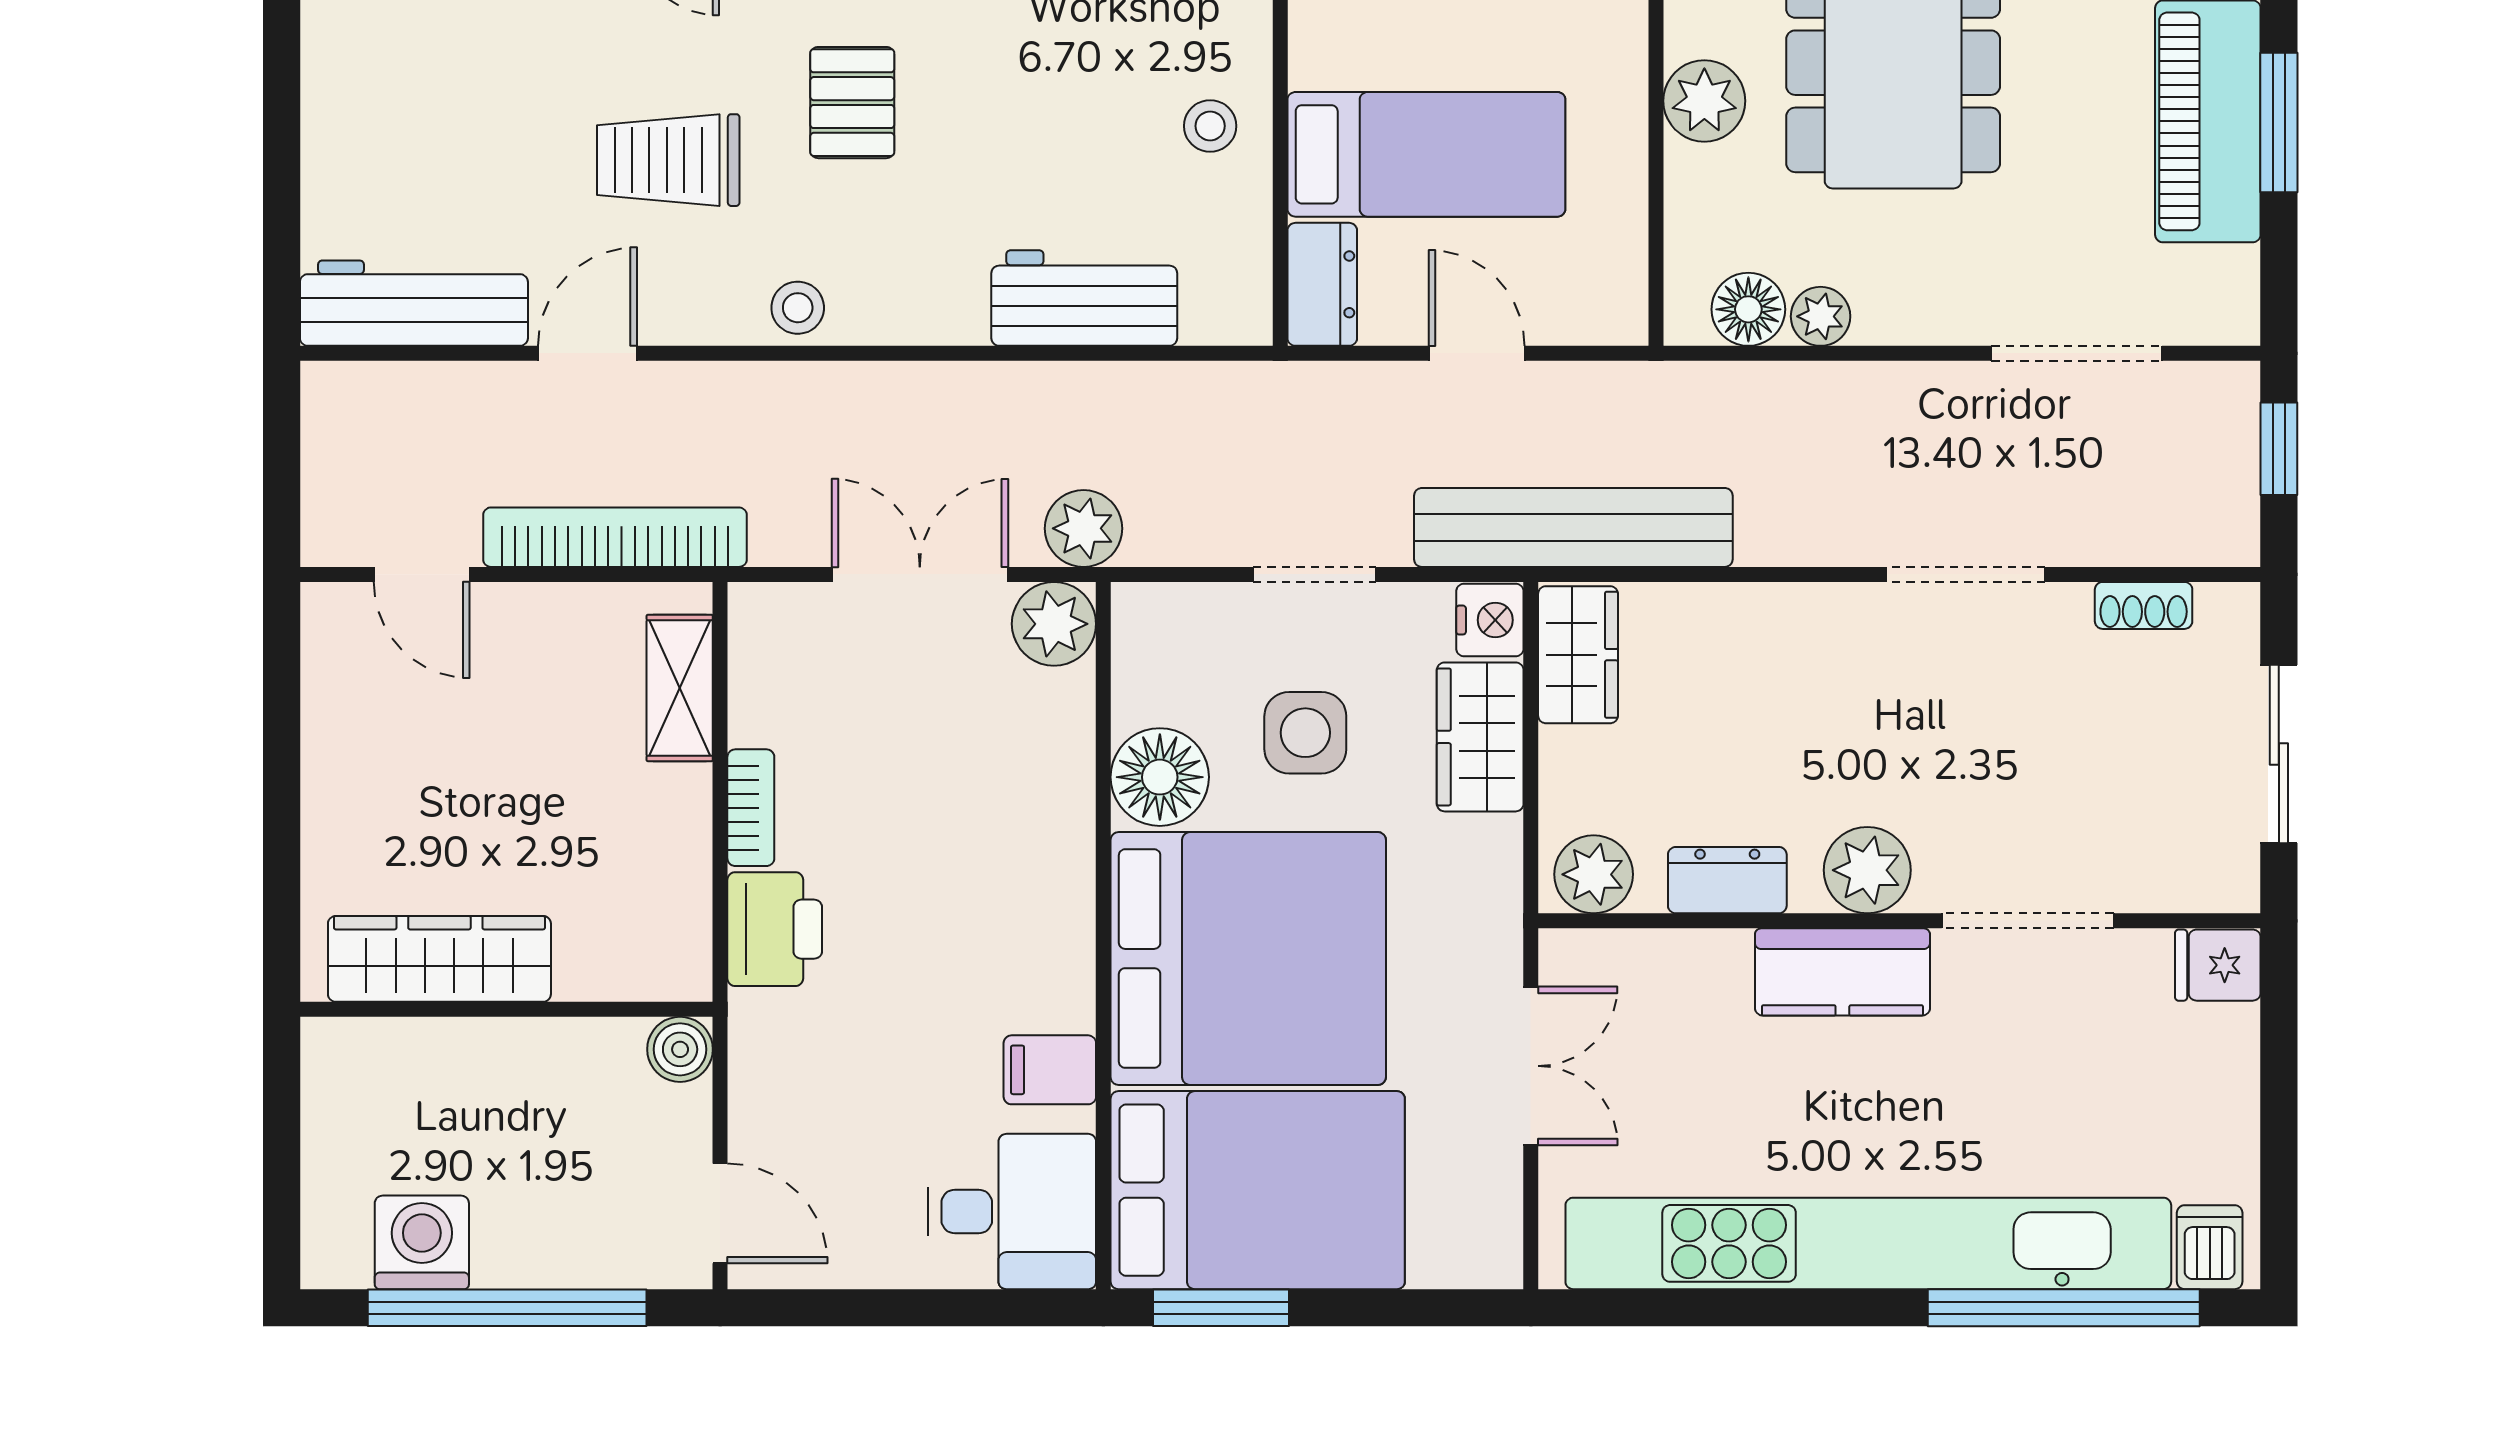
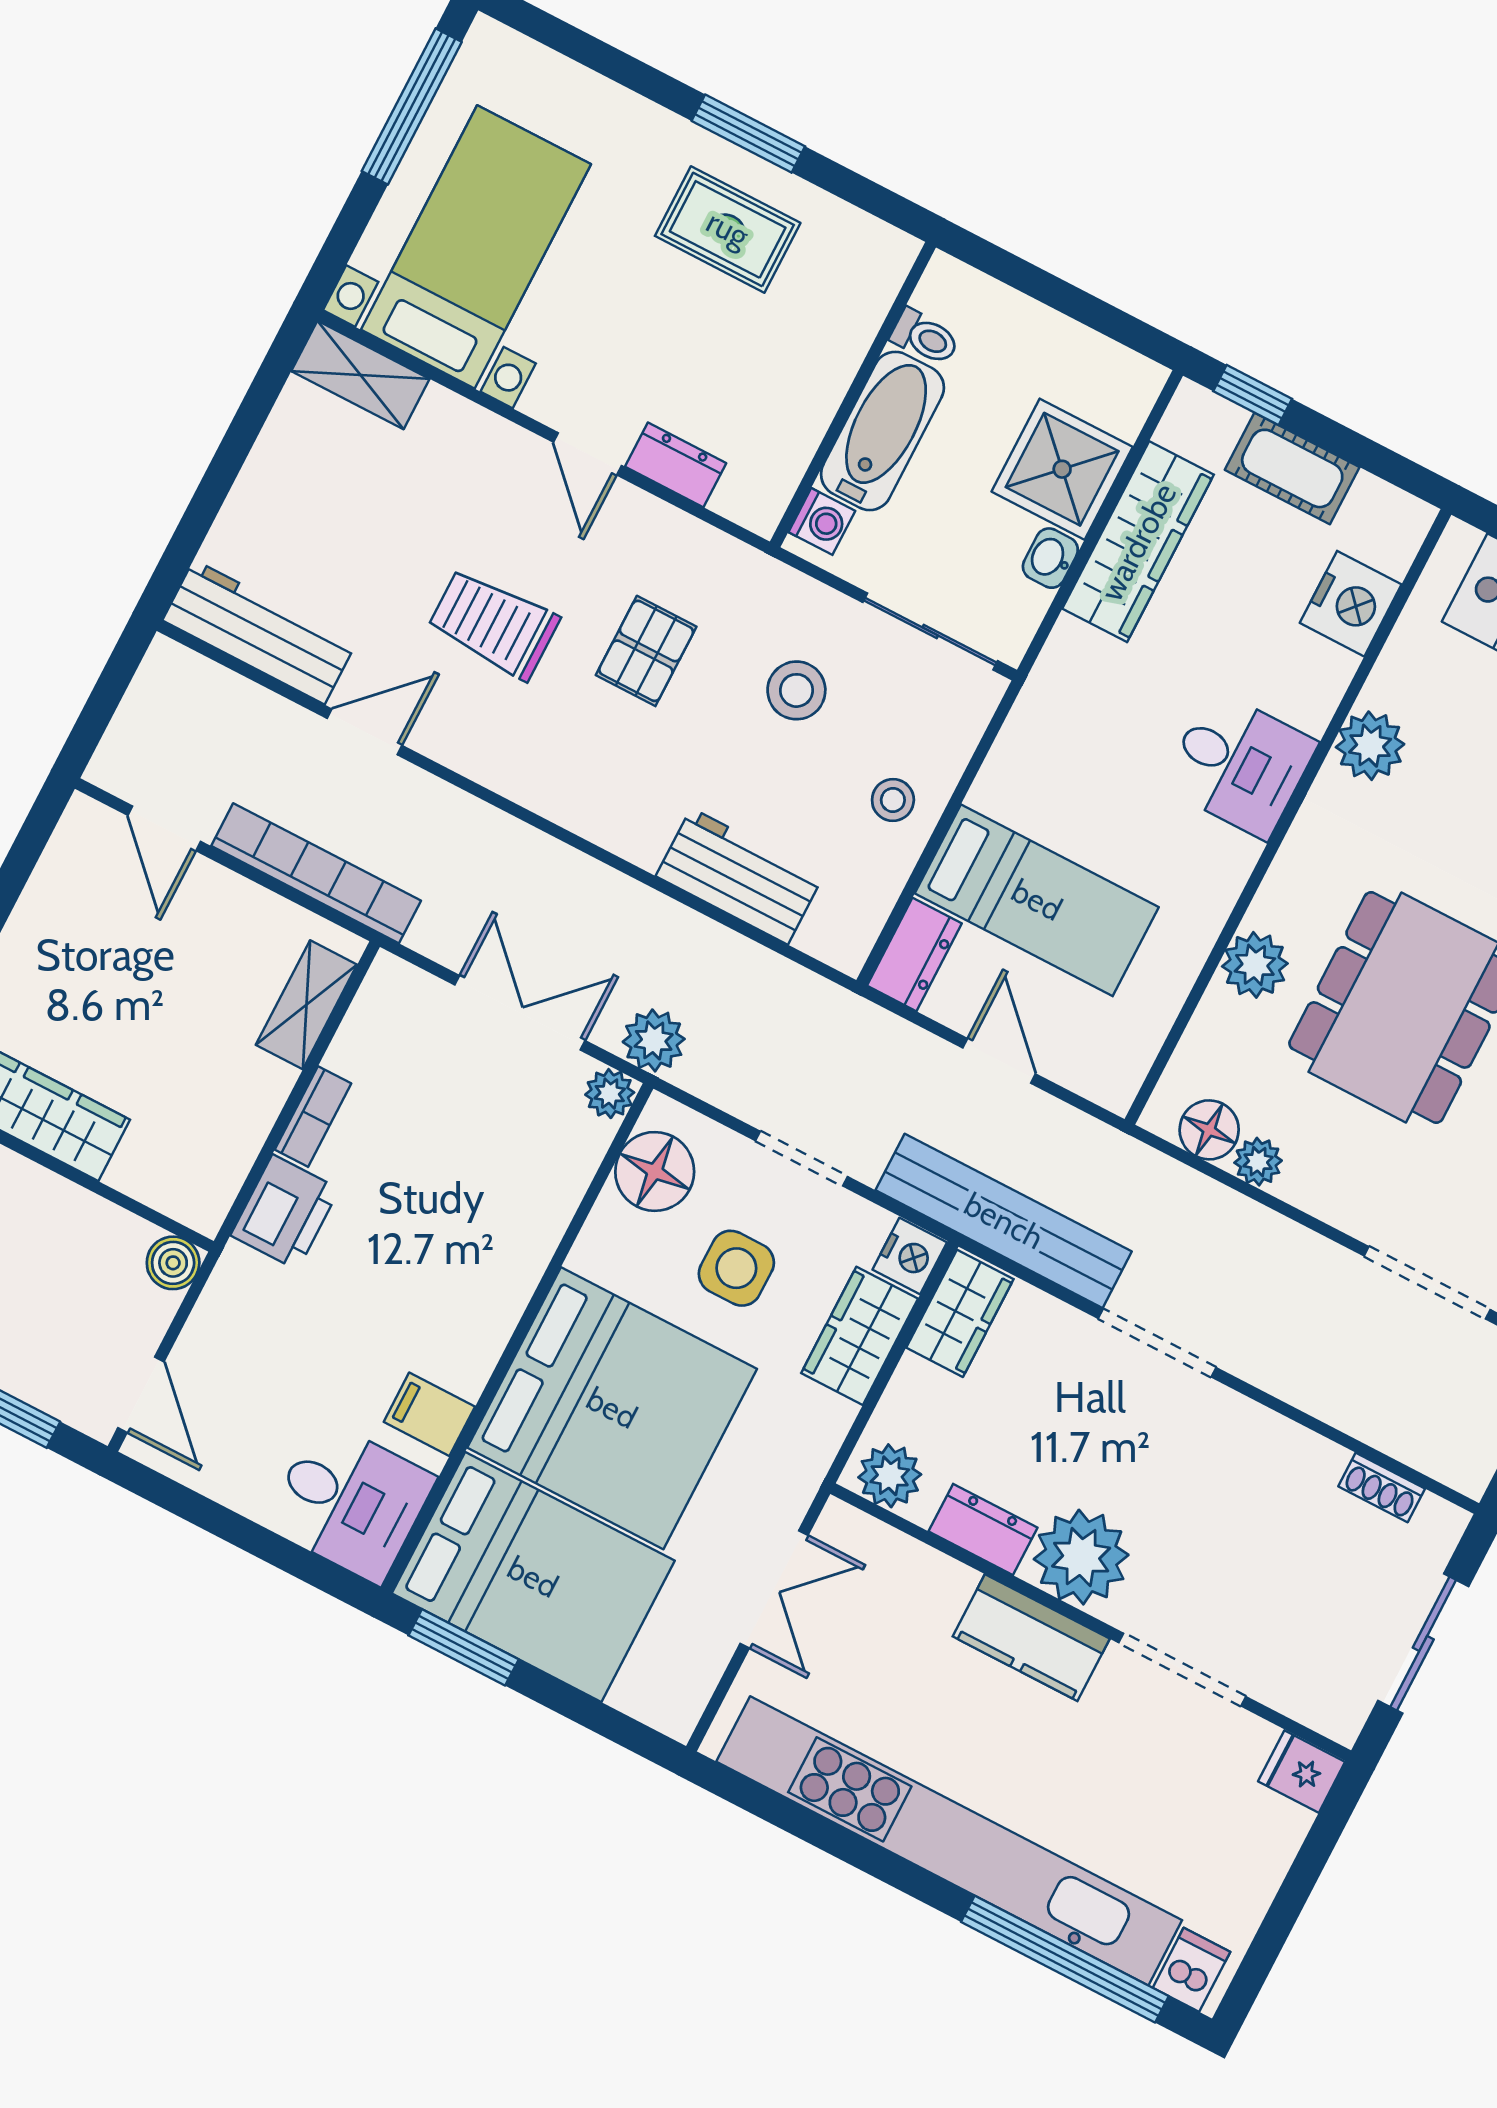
stool: (798, 308) -> (796, 690), moved, width x1.37, depth x1.37
doorway: (1966, 574) -> (1157, 1343), moved
plant: (1054, 624) -> (610, 1094), width x0.73, depth x0.73
floor lamp: (1160, 777) -> (655, 1171), moved
plant: (1867, 870) -> (1081, 1557), width x1.36, depth x1.36

